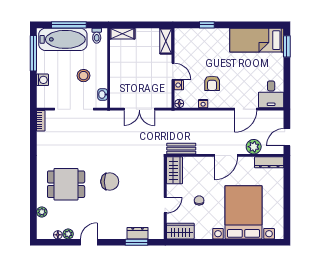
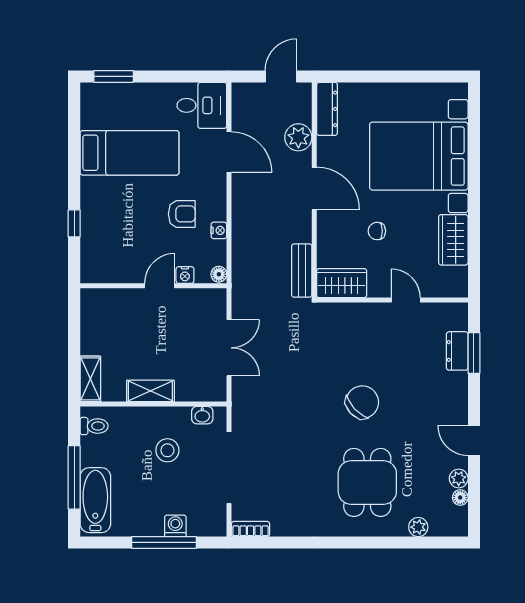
bathtub: (63, 39) -> (95, 500), width x0.73, depth x0.73
bed: (257, 40) -> (129, 153), moved, turned -90
shelving: (166, 41) -> (150, 391), moved
window: (33, 53) -> (164, 542), moved
door: (287, 137) -> (281, 76), swing flipped
chair: (110, 182) -> (362, 402), turned 47
chair: (199, 200) -> (377, 231), moved
wardrobe: (180, 231) -> (453, 240), moved

